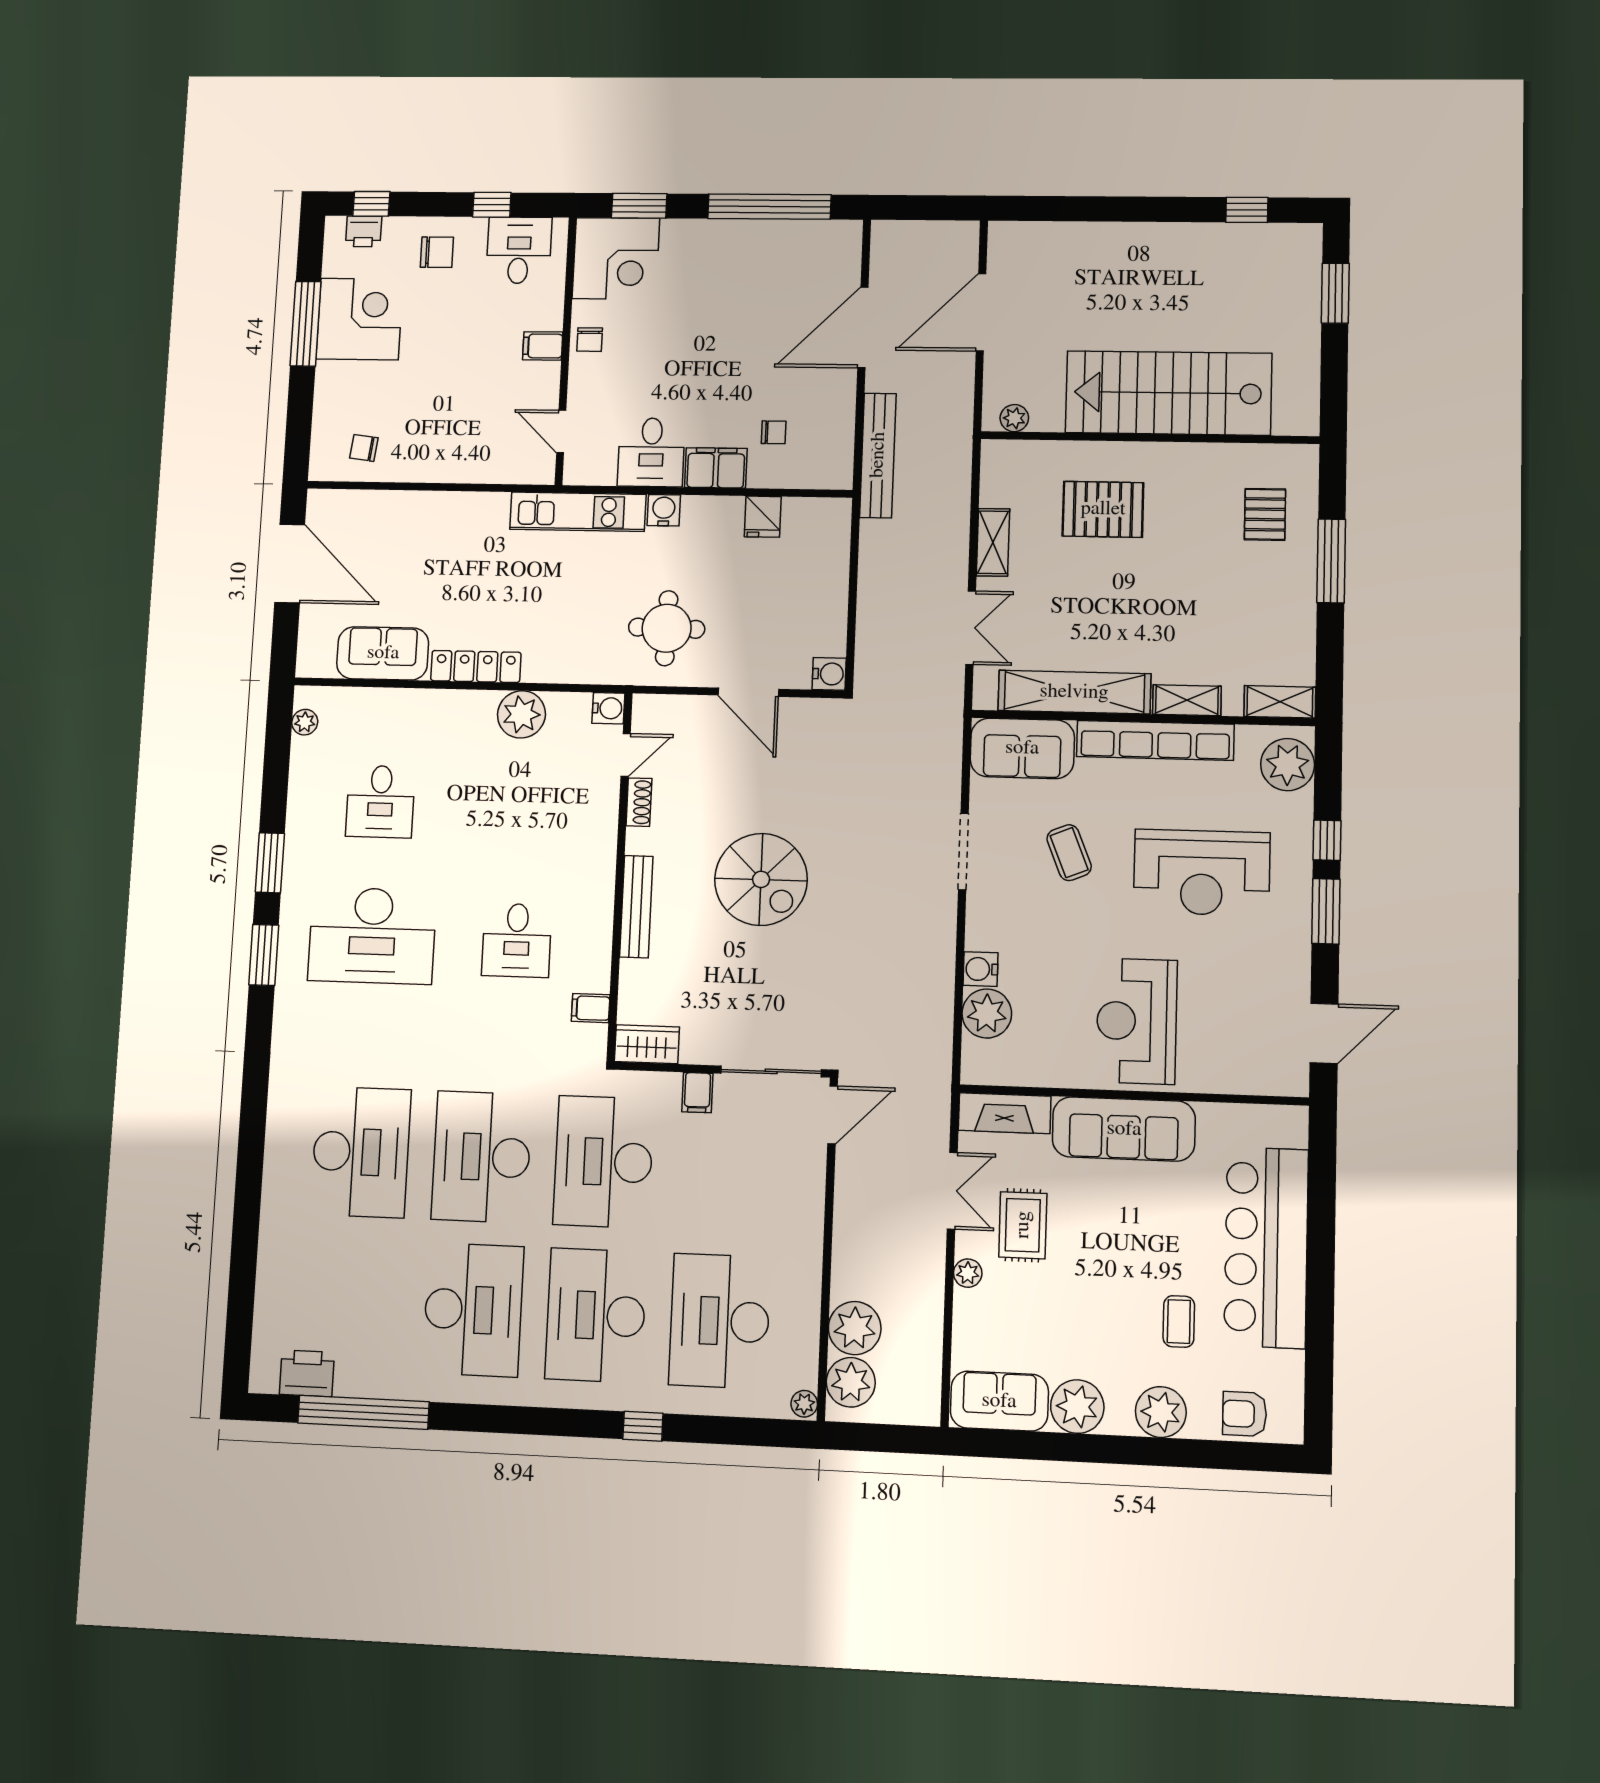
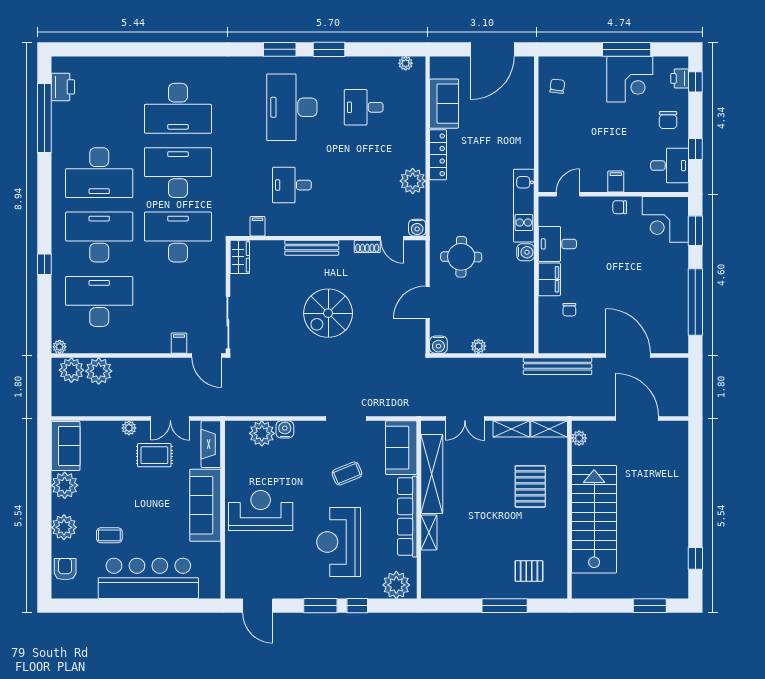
fridge: (763, 517) -> (523, 306), removed
plant: (835, 600) -> (478, 346), added
shelving: (1280, 702) -> (549, 429), moved, turned 90
filing cabinet: (697, 1093) -> (179, 343), moved, turned 90

